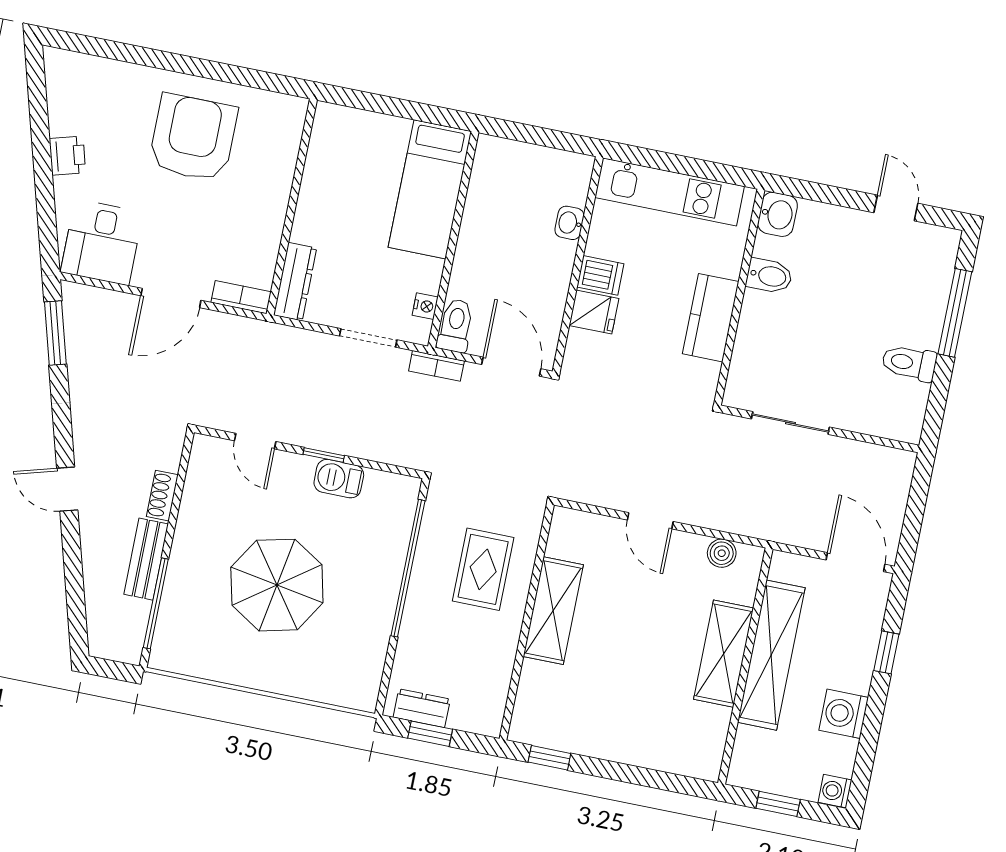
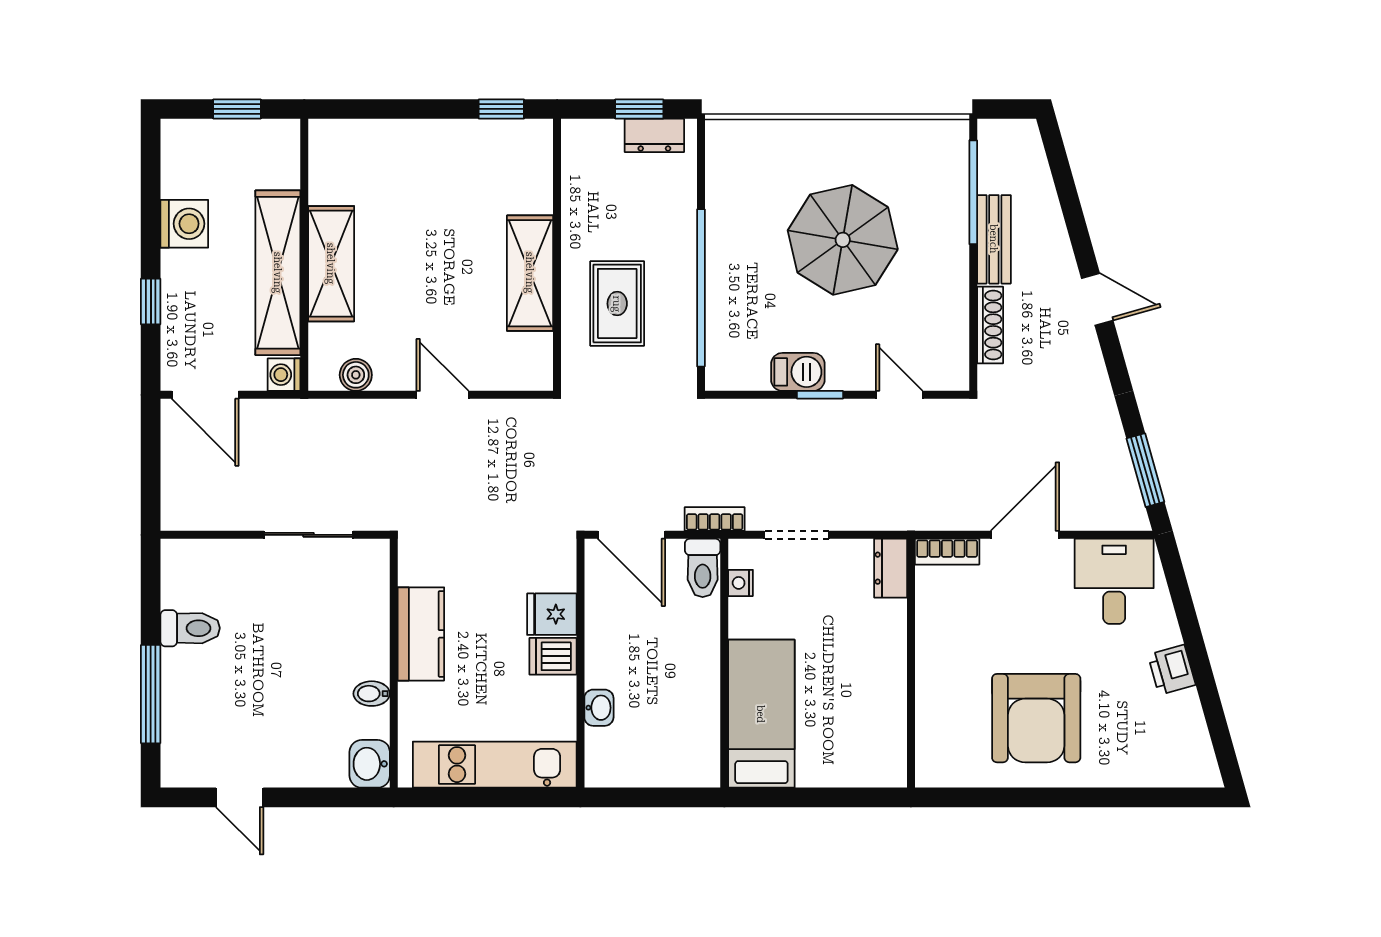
bidet: (769, 276) -> (372, 694), width x0.72, depth x0.74
dresser: (295, 282) -> (891, 568), width x0.70
shoe rack: (162, 496) -> (990, 325), width x1.43
washing machine: (835, 791) -> (284, 375), moved, turned 180

